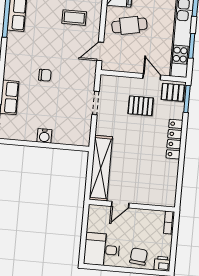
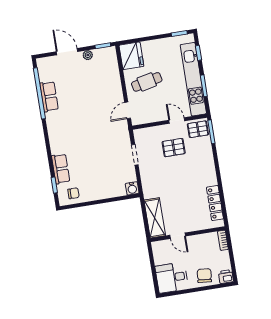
coffee table: (74, 18) -> (98, 87), removed
chair: (45, 75) -> (73, 193), moved
water cooler: (44, 136) -> (132, 188), moved
locker: (174, 139) -> (215, 203), moved
shelving: (101, 168) -> (155, 218), width x0.68
door: (120, 205) -> (178, 236), hinge flipped

